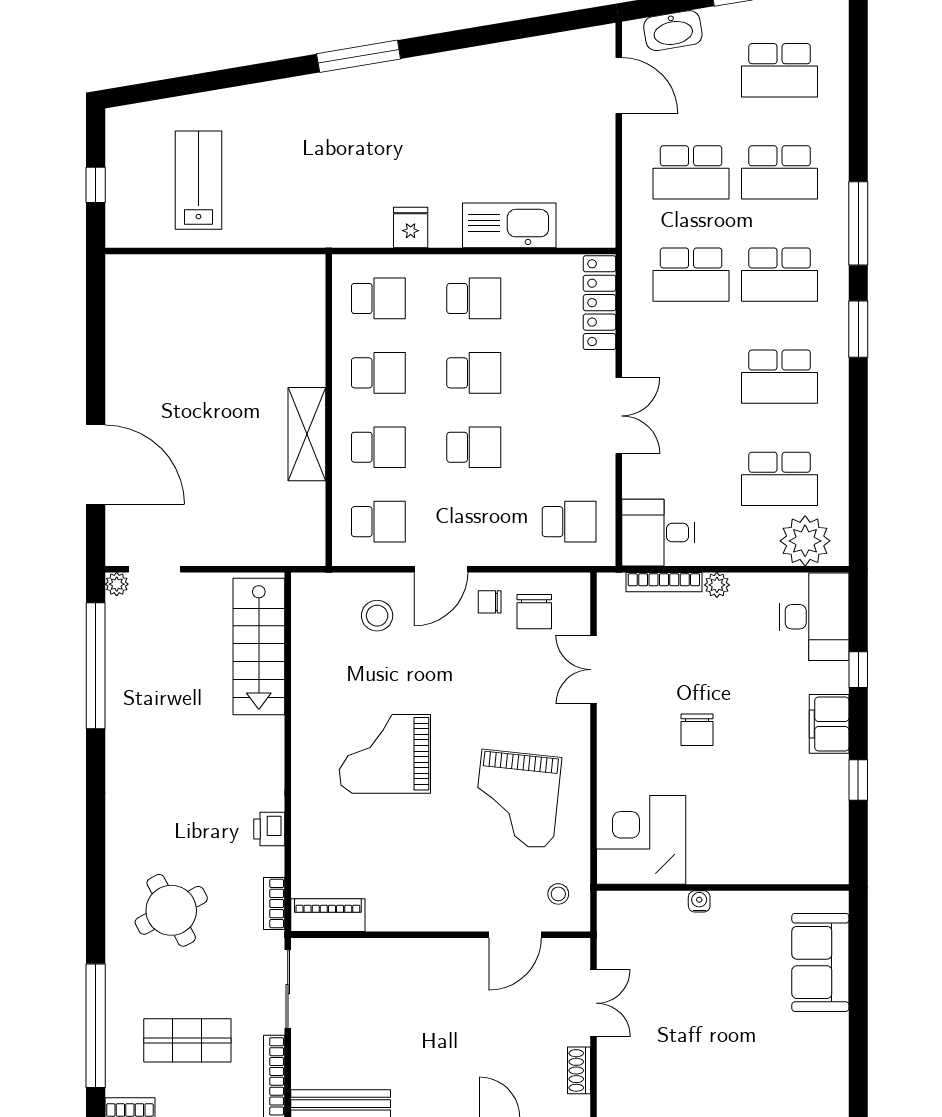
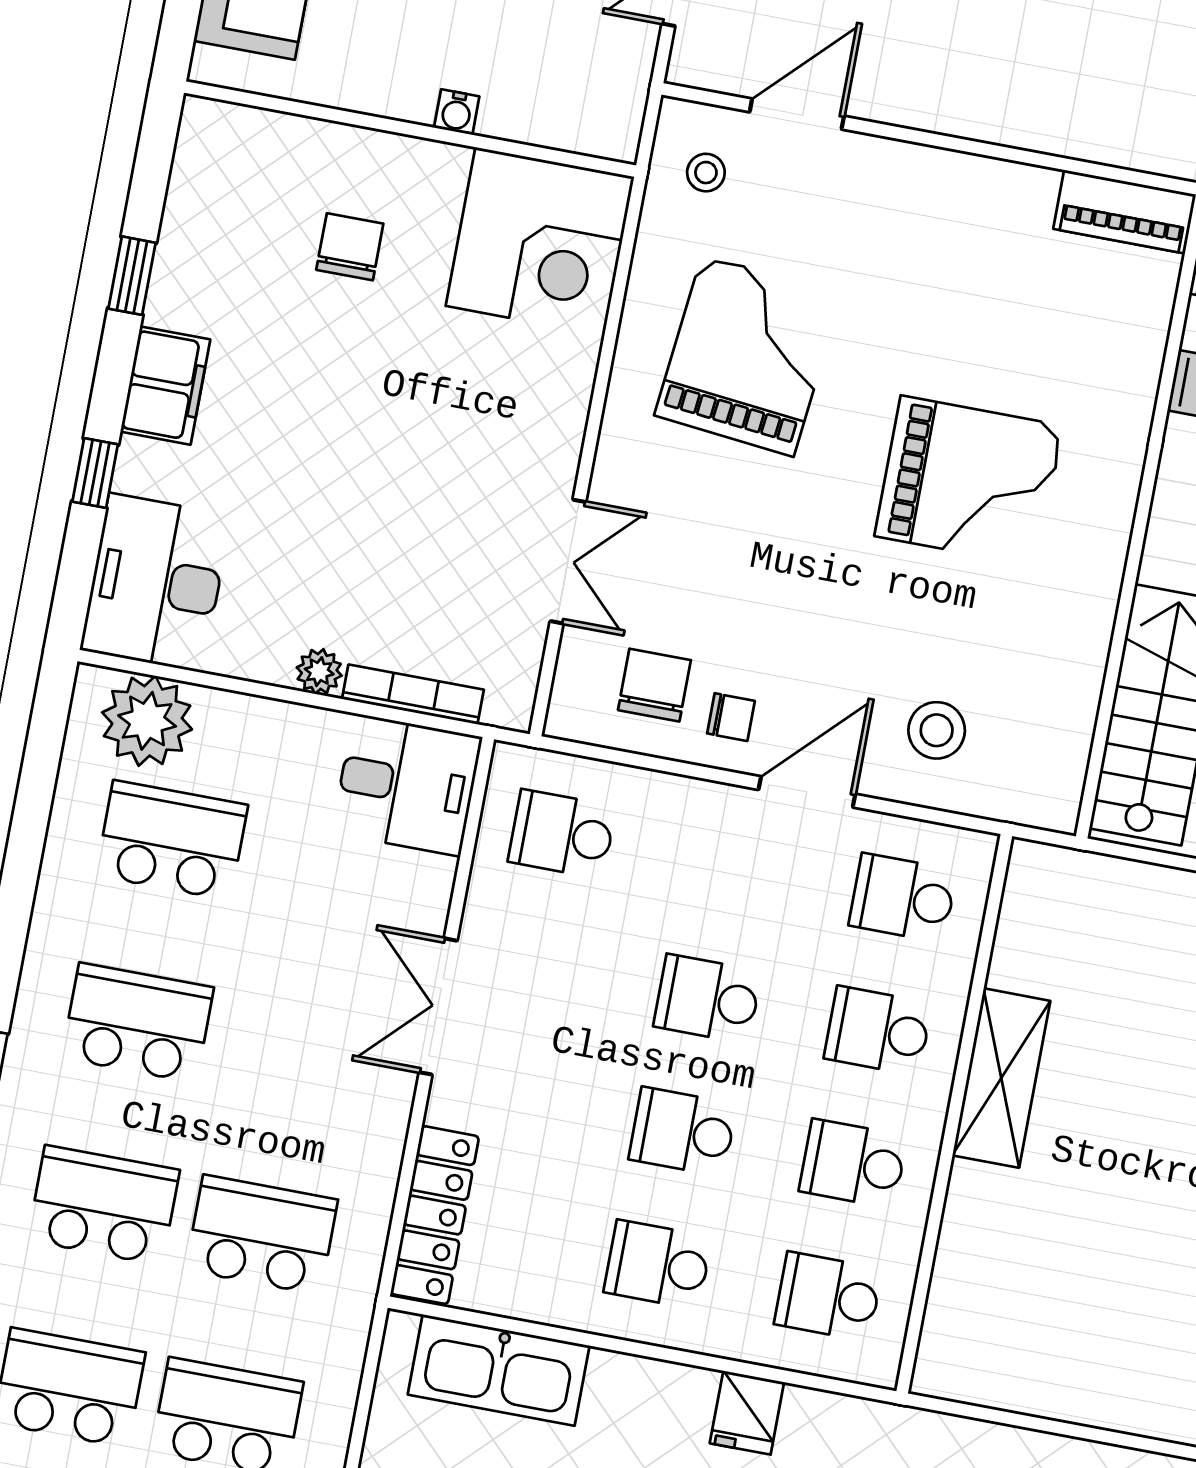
kitchen sink: (509, 225) -> (499, 1370), moved
chair: (697, 730) -> (350, 247), moved

